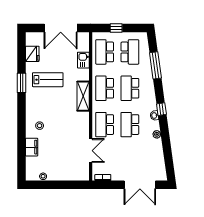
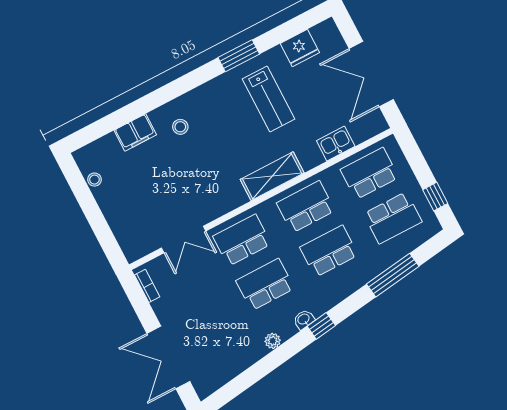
window: (116, 28) -> (435, 197), moved

